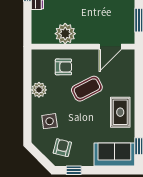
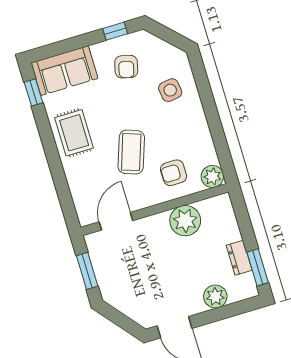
coffee table: (87, 89) -> (131, 152), turned -44
plant: (39, 90) -> (212, 176), moved
armchair: (62, 148) -> (126, 67), moved

